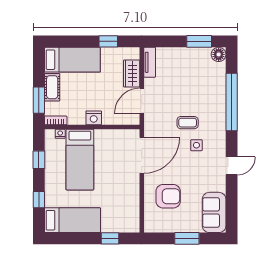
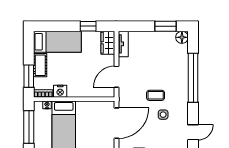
wardrobe: (132, 73) -> (108, 43), moved
nightstand: (94, 118) -> (60, 91), moved
window: (39, 160) -> (29, 127), width x2.17

